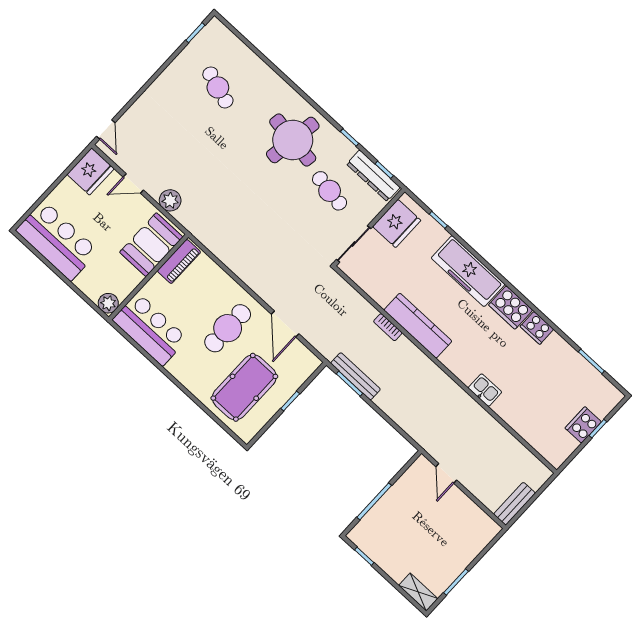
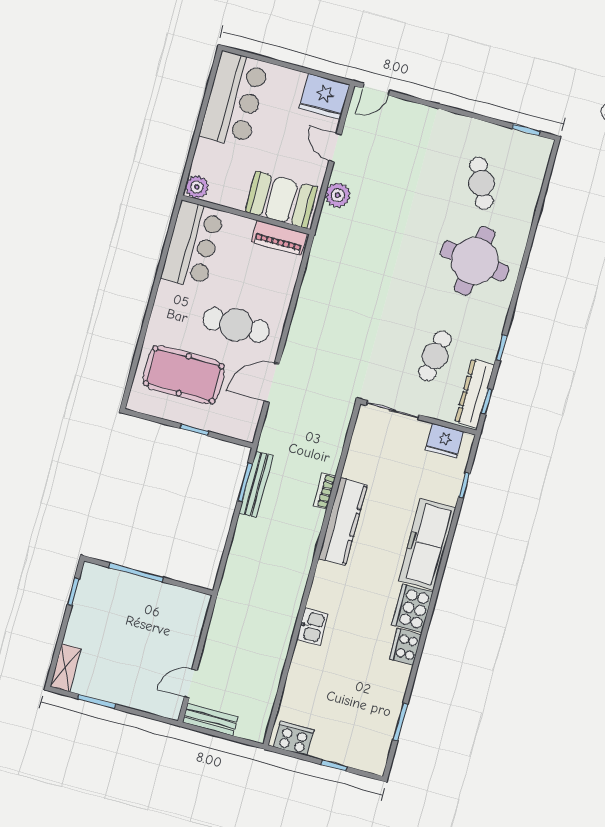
cafe table: (218, 87) -> (481, 183), turned -42
round table: (293, 140) -> (475, 261), moved
fridge: (397, 223) -> (444, 441), width x0.73, depth x0.75
cooker: (583, 425) -> (294, 738), moved
door: (446, 473) -> (191, 684), moved

